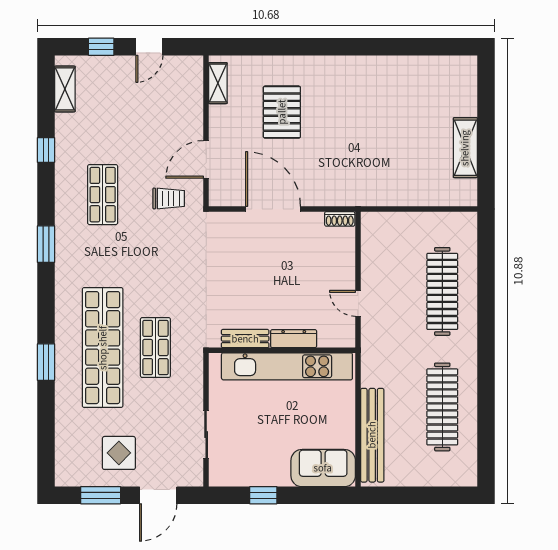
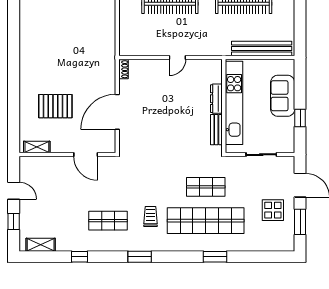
trolley: (169, 198) -> (150, 217), moved
bench: (245, 339) -> (216, 130), moved
dresser: (294, 339) -> (216, 99), moved
wall: (282, 350) -> (224, 106), moved
kitchen unit: (287, 366) -> (234, 103), moved
sofa: (323, 468) -> (283, 96), moved

